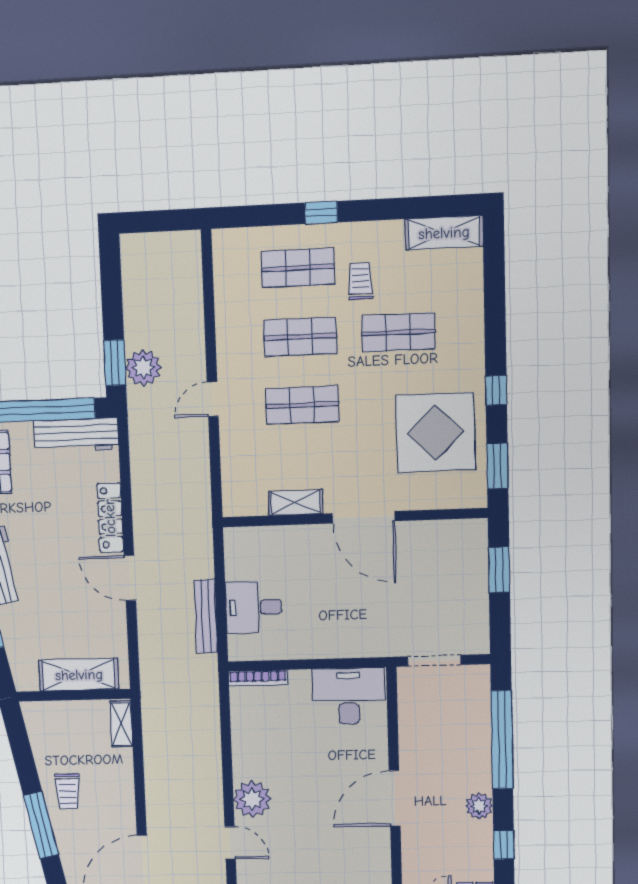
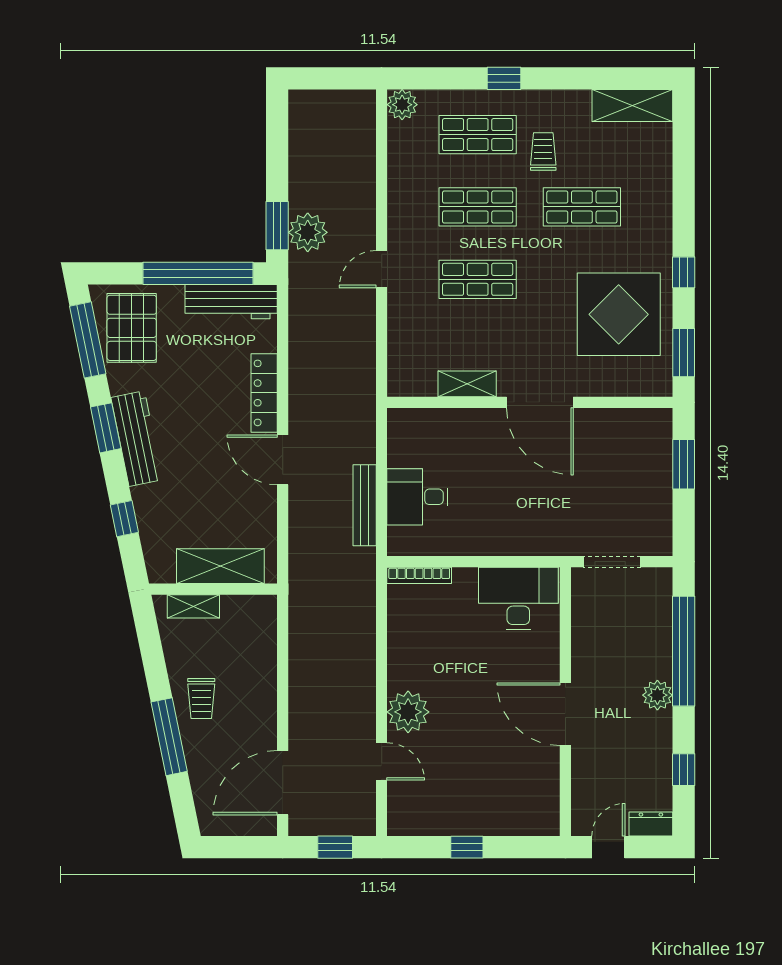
plant: (226, 243) -> (402, 105), added
shelving: (121, 724) -> (193, 606), moved, turned 90
door: (395, 798) -> (565, 714), hinge flipped
plant: (479, 806) -> (657, 695), moved

